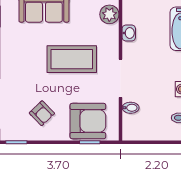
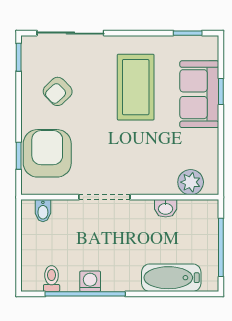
coffee table: (72, 59) -> (136, 87), moved
bidet: (131, 108) -> (43, 211), moved
armchair: (88, 121) -> (47, 153), turned 180

